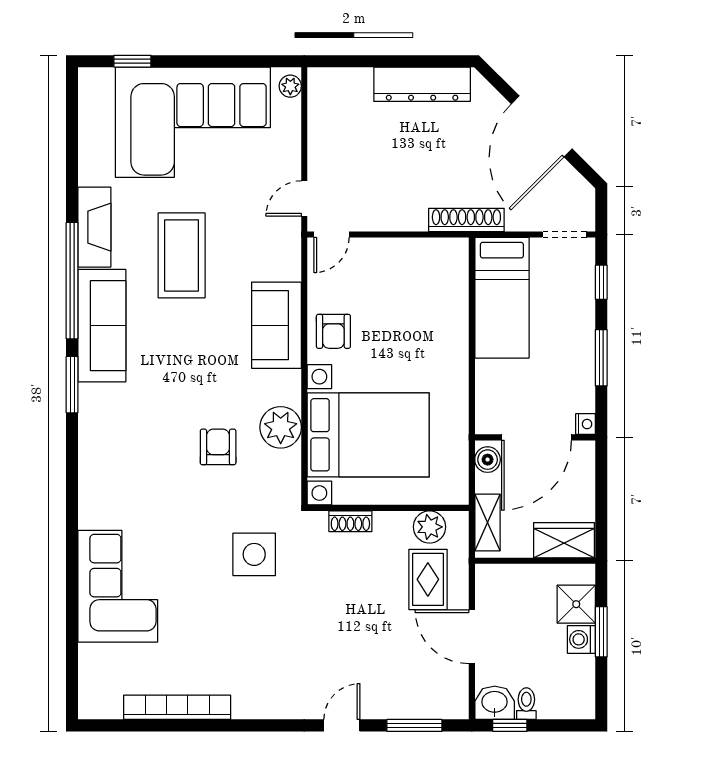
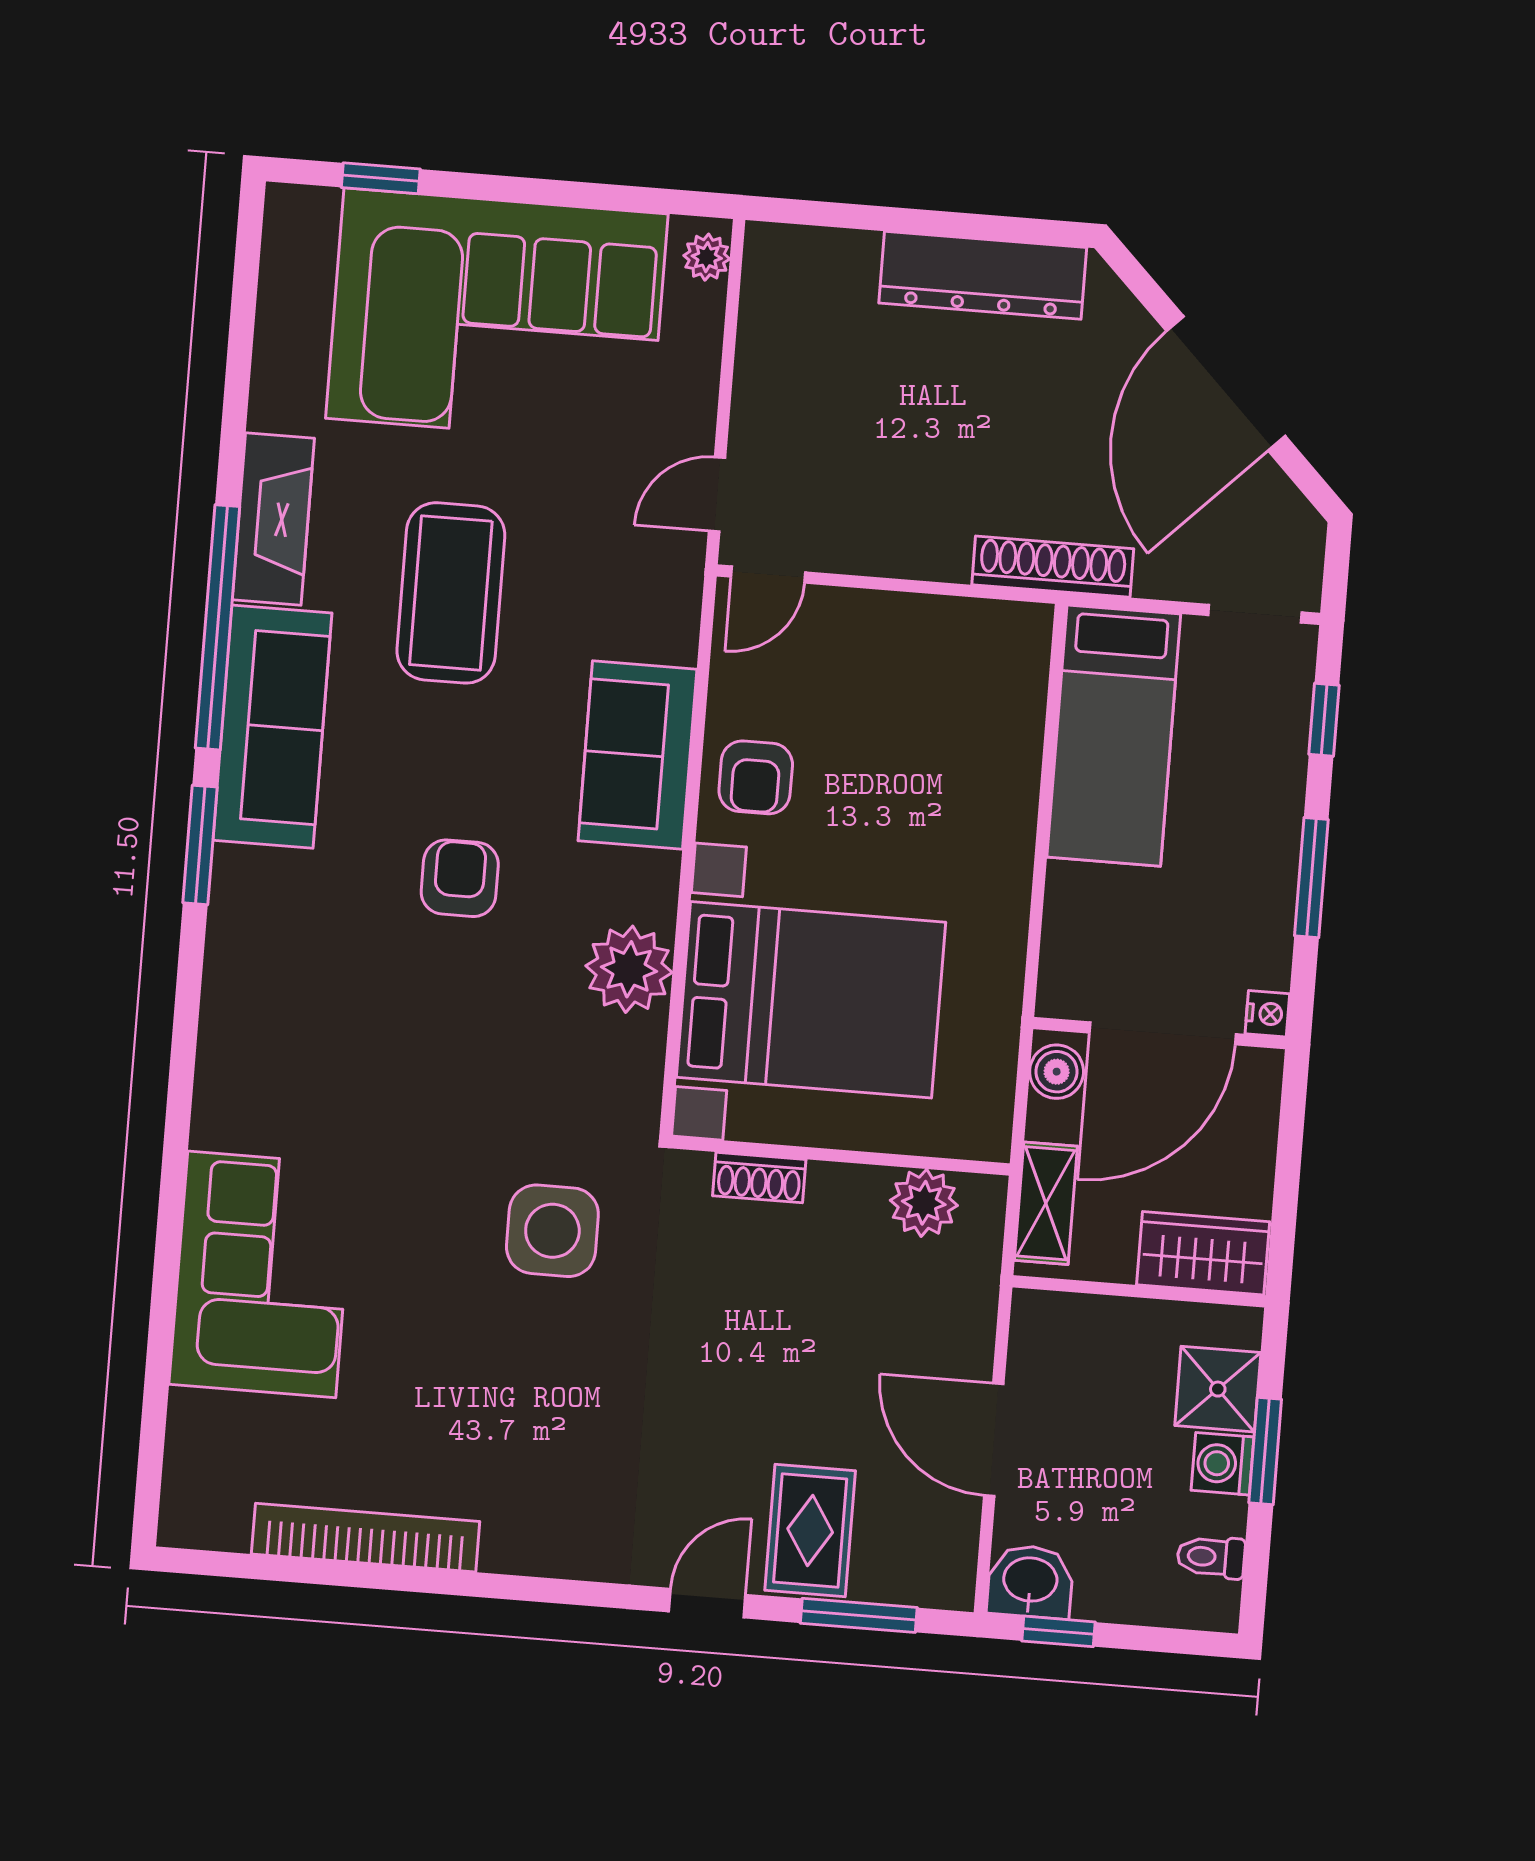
armchair: (218, 447) -> (460, 878), moved
rug: (428, 579) -> (810, 1530), moved
toilet: (526, 704) -> (1211, 1557), moved, turned -90

